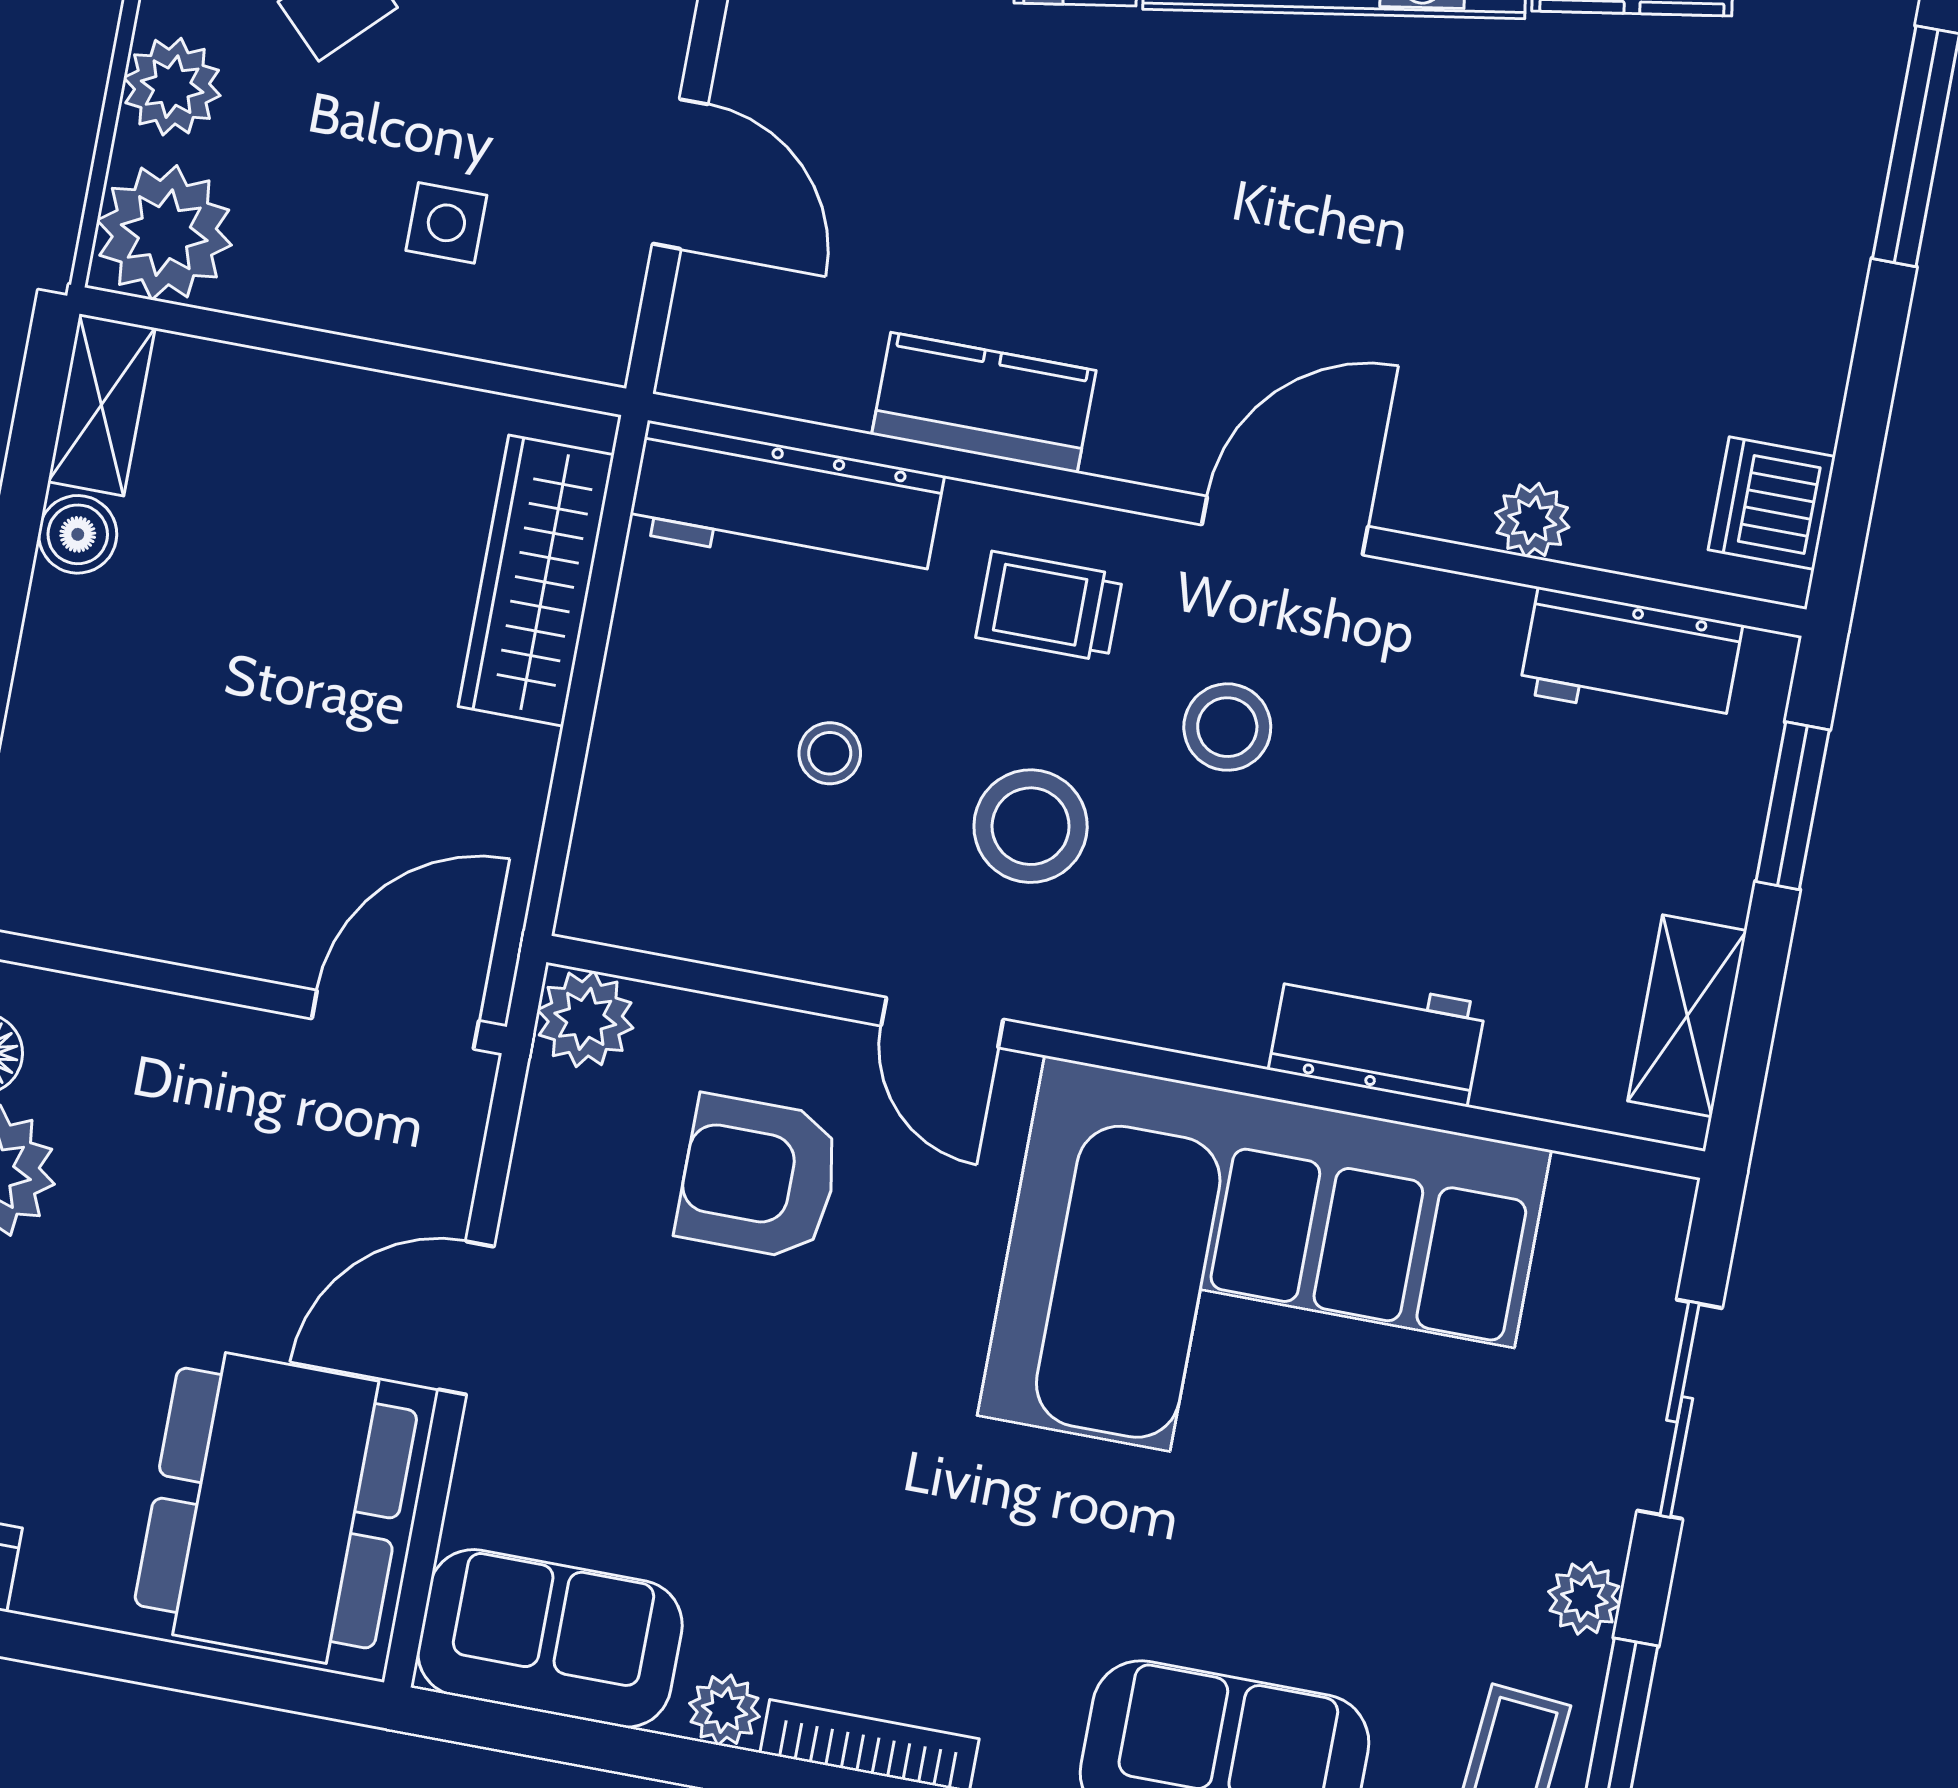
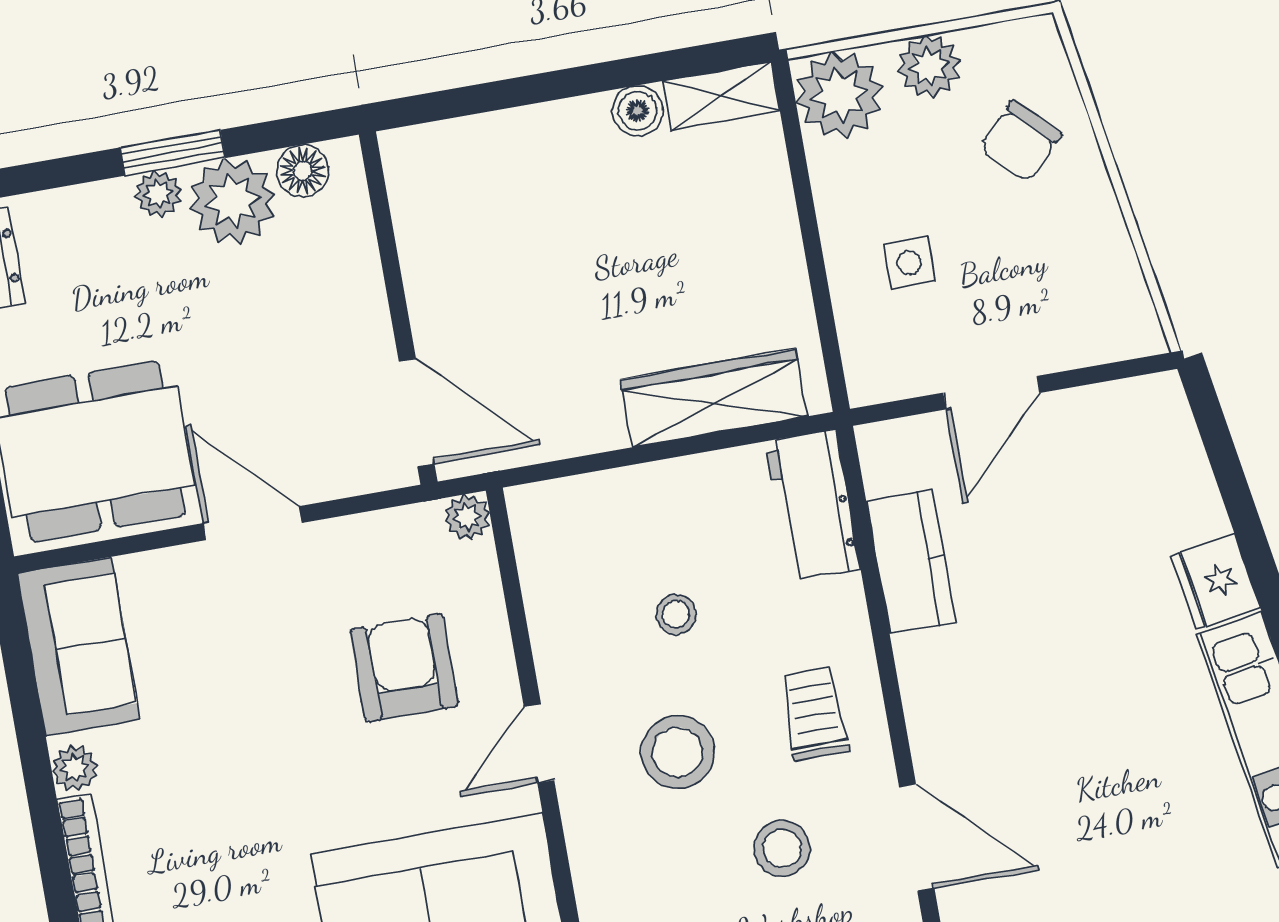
kitchen counter: (984, 403) -> (911, 562), moved
workbench: (786, 503) -> (812, 505), width x0.73
plant: (585, 1019) -> (467, 517), width x0.73, depth x0.73

